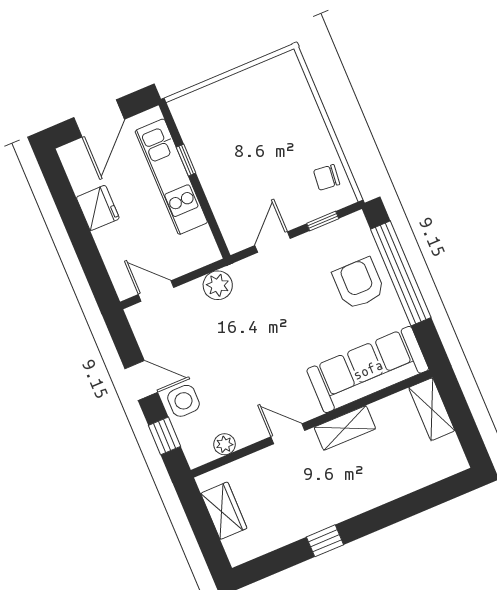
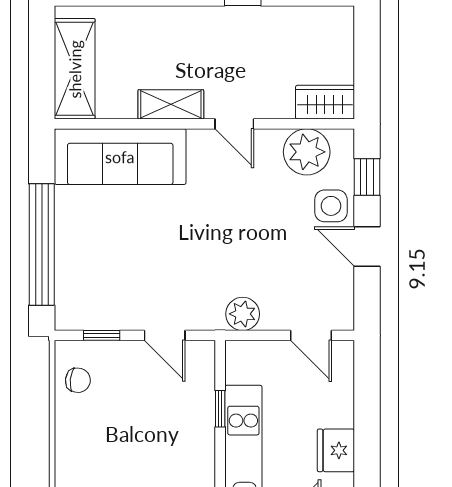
window: (186, 160) -> (220, 409), moved
door: (273, 242) -> (165, 335), hinge flipped
armchair: (359, 283) -> (91, 253), removed
shelving: (432, 409) -> (75, 69), width x1.50, depth x1.33
plant: (225, 444) -> (307, 152), width x1.88, depth x1.88
wardrobe: (224, 511) -> (325, 102), moved, turned 90

